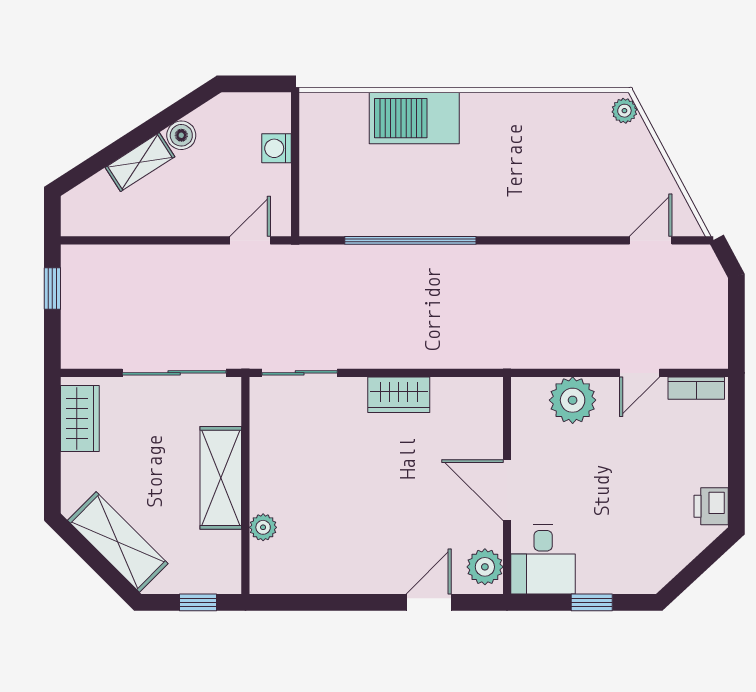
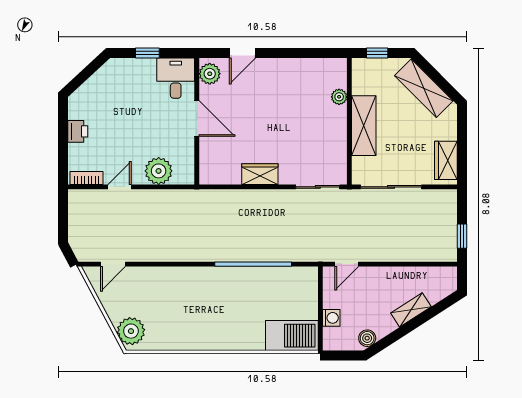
plant: (624, 111) -> (131, 331), width x1.87, depth x1.87
barbecue: (414, 118) -> (292, 336), moved
boiler: (181, 135) -> (367, 338), moved
printer: (711, 506) -> (78, 131), moved

